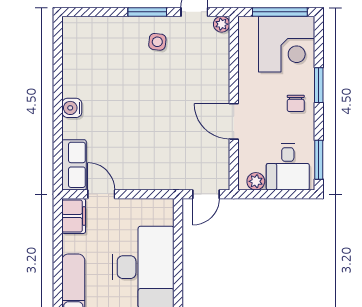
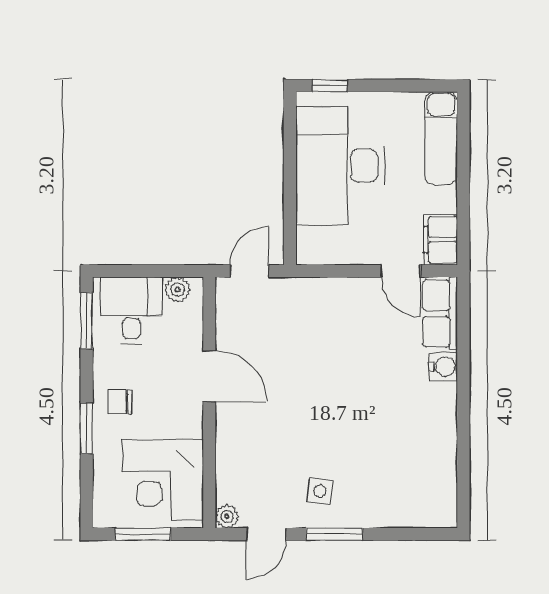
window: (280, 12) -> (143, 534), width x0.69
corner desk: (287, 44) -> (163, 480), moved, turned -90
chair: (296, 103) -> (120, 402), turned -90
water cooler: (72, 108) -> (443, 367), moved

